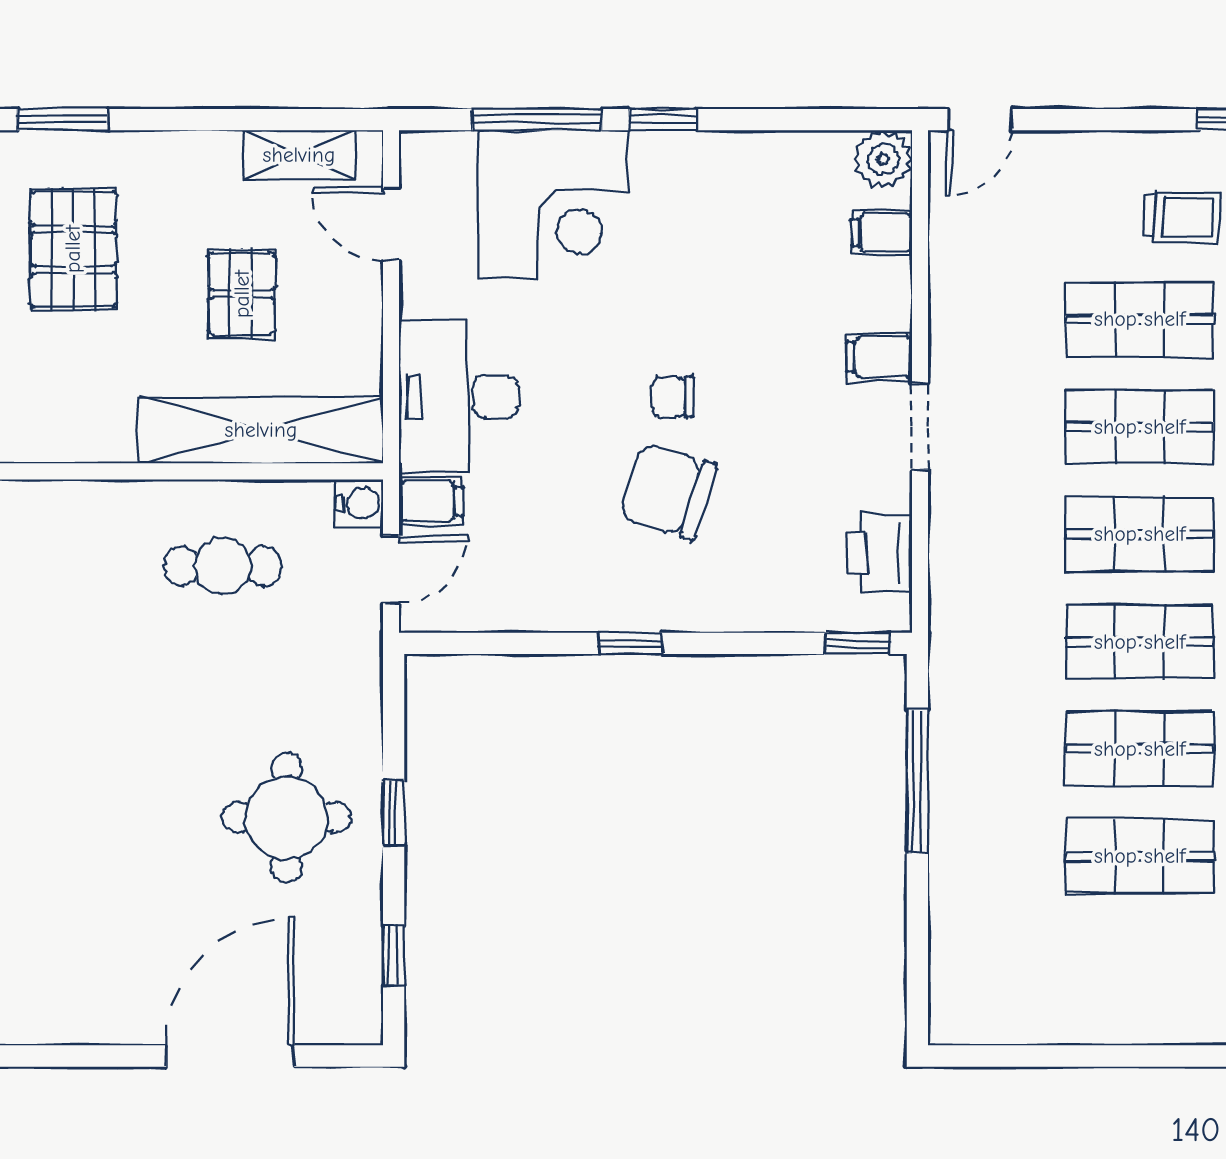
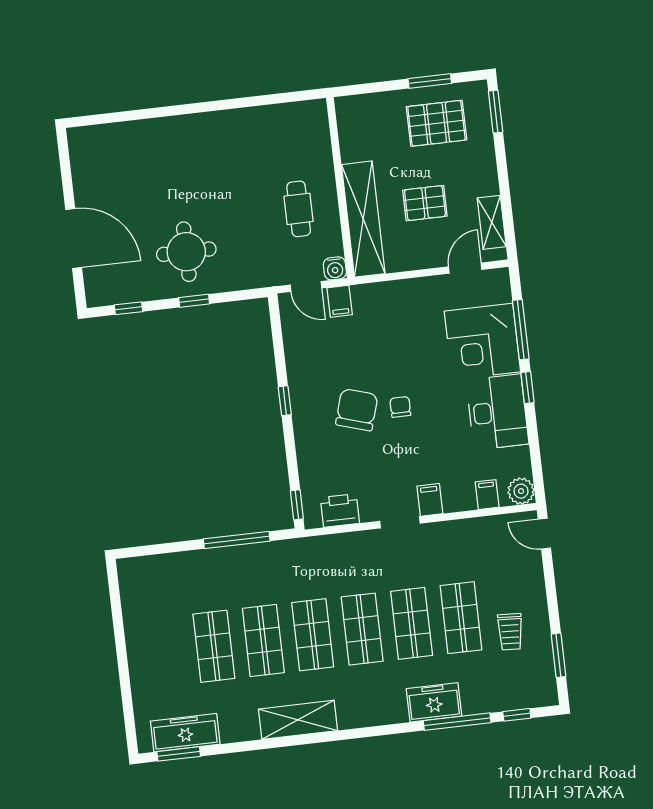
desk: (459, 397) -> (497, 412), moved, turned 90

